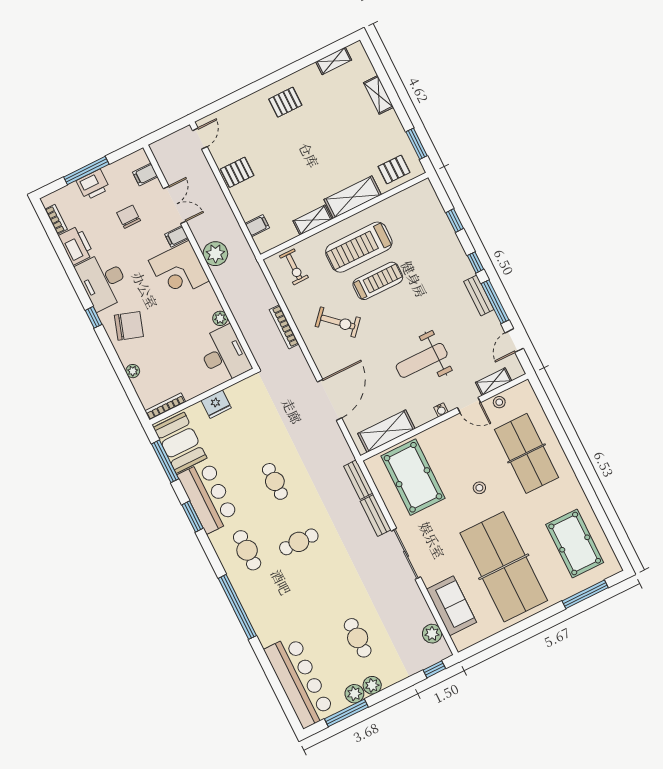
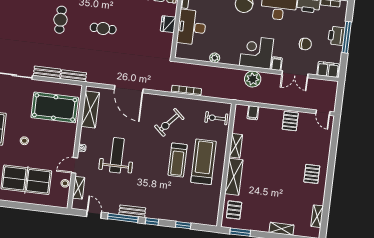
filing cabinet: (145, 174) -> (328, 69), width x2.00
desk: (224, 355) -> (192, 27), moved, turned 90

